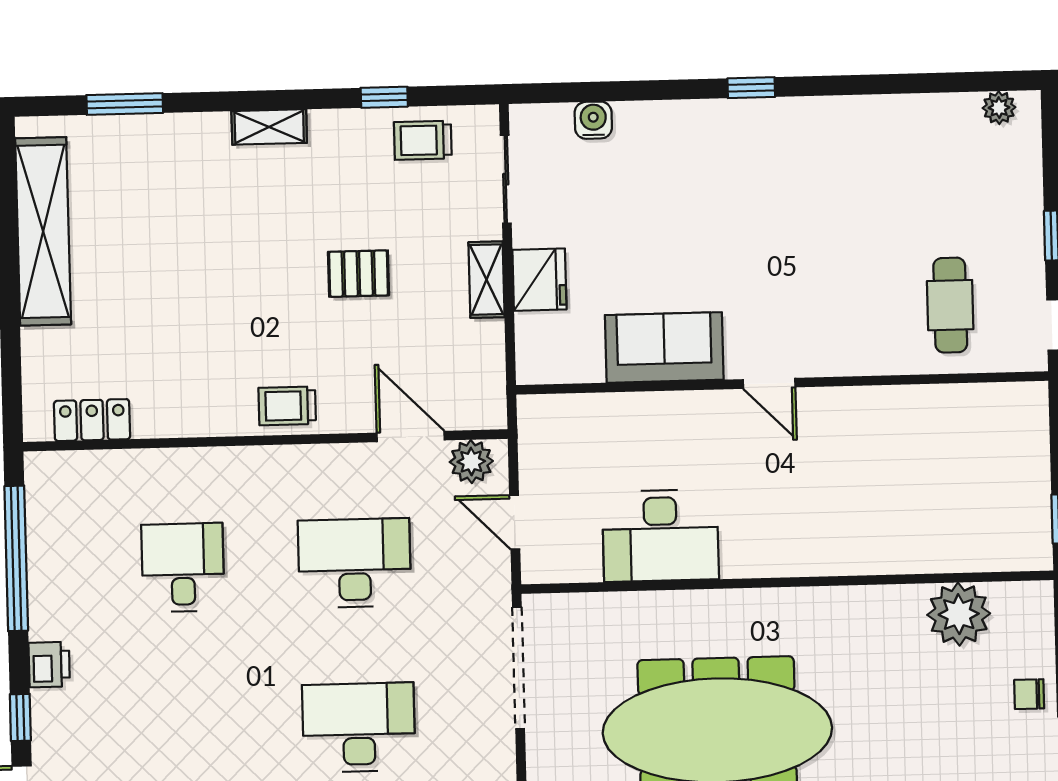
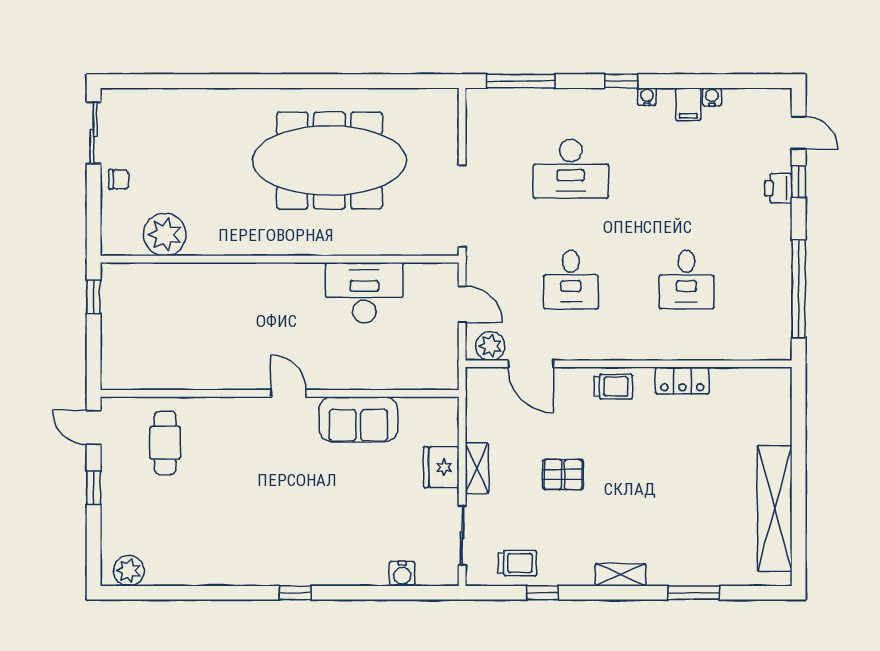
window: (125, 104) -> (694, 593), moved
plant: (999, 108) -> (129, 571), width x1.38, depth x1.38
locker: (92, 420) -> (682, 381), moved
desk: (354, 563) -> (571, 280), width x0.73
printer: (49, 665) -> (778, 188), moved

